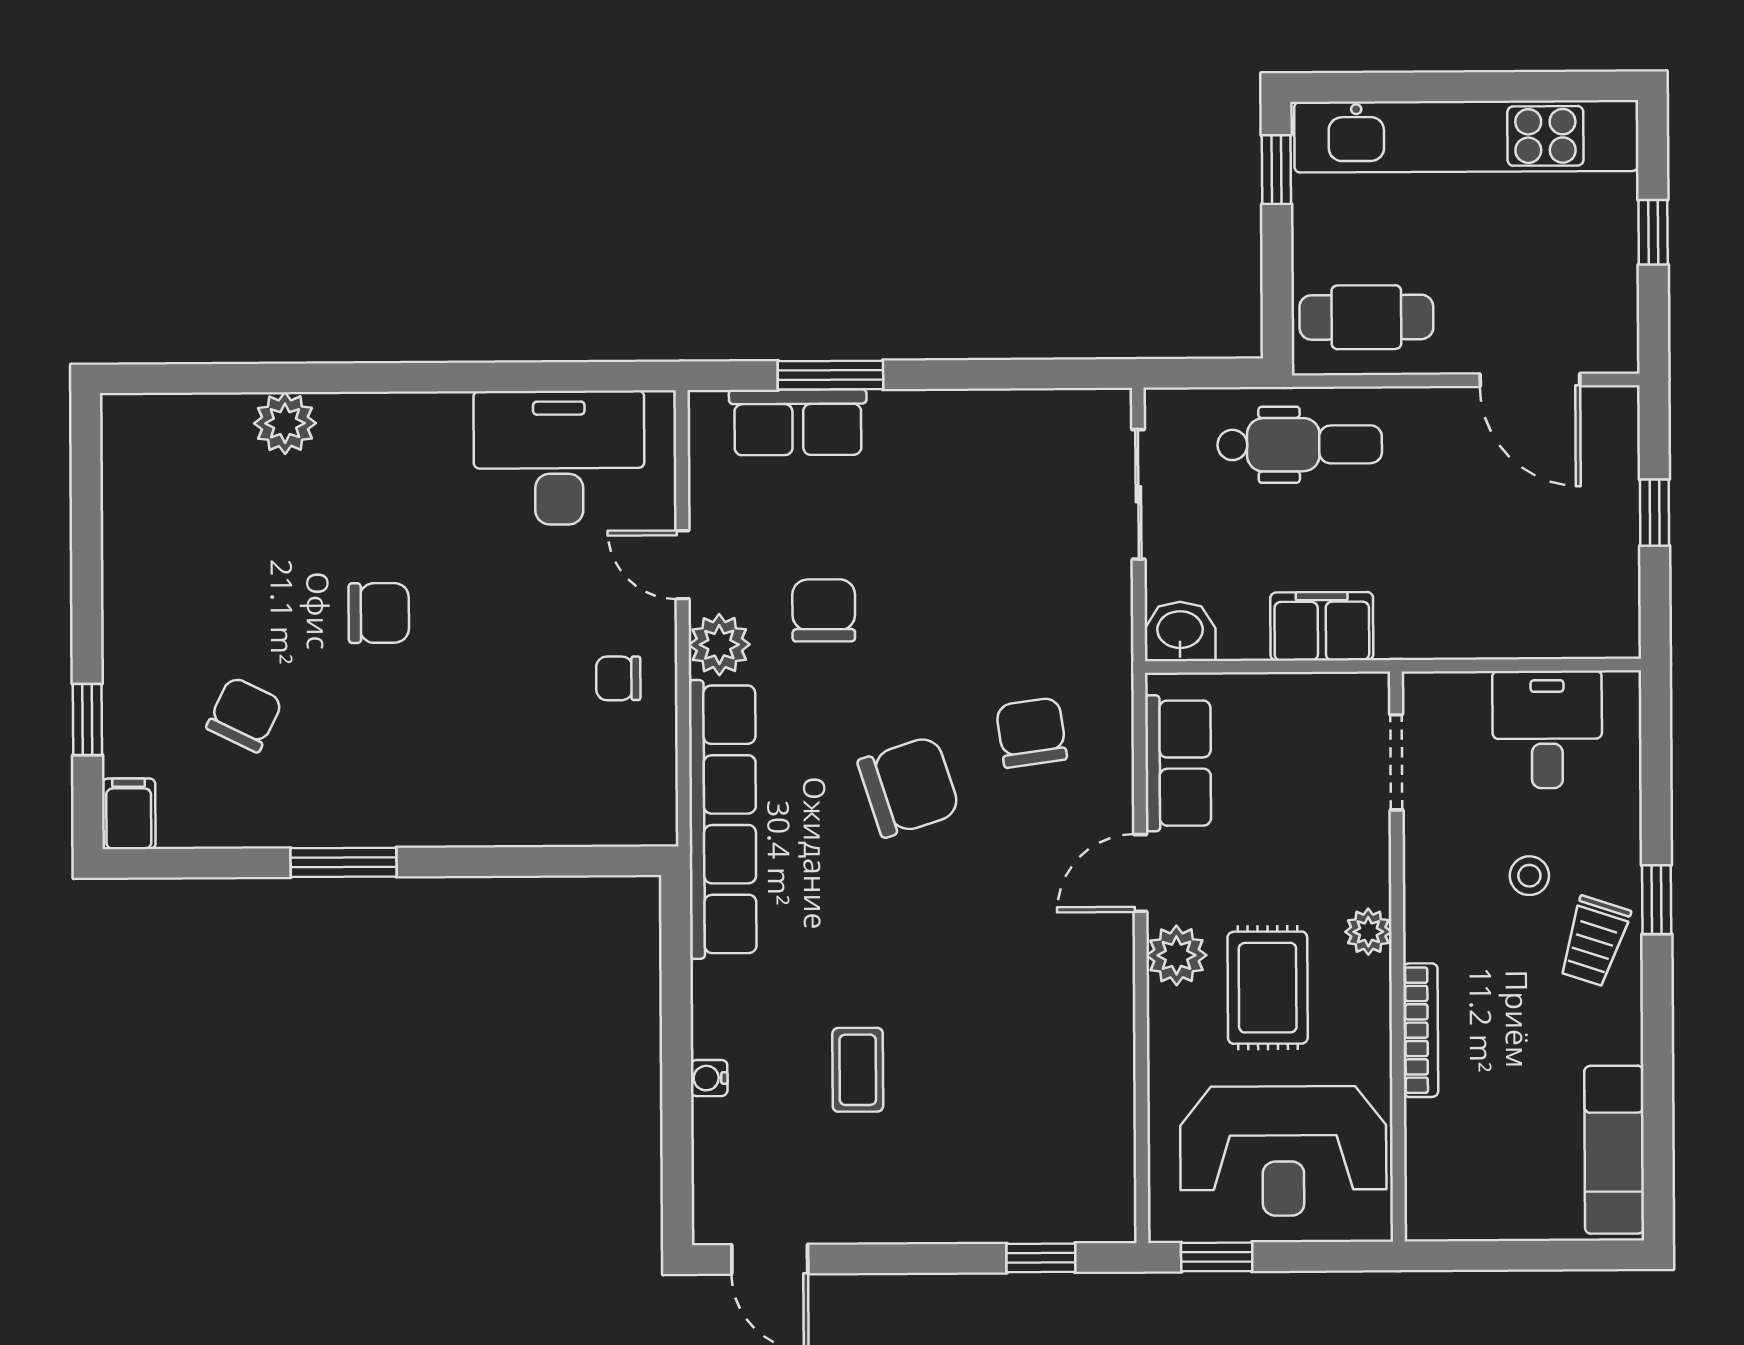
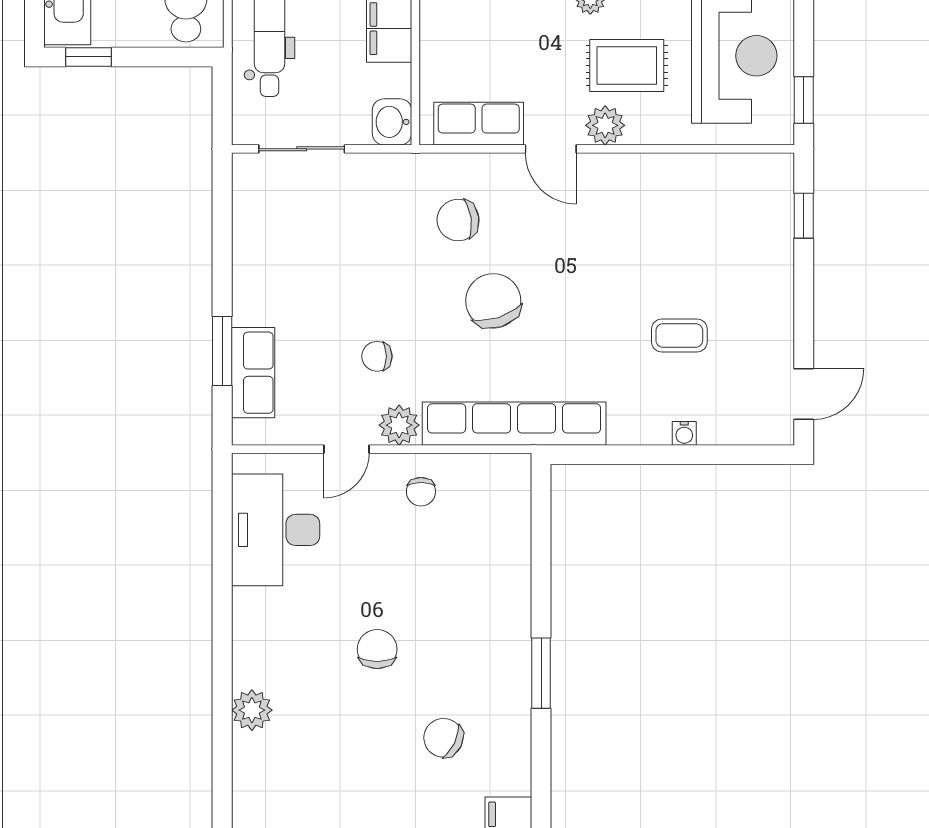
chair: (824, 610) -> (377, 356), width x0.73, depth x0.73

